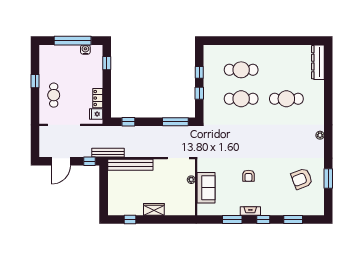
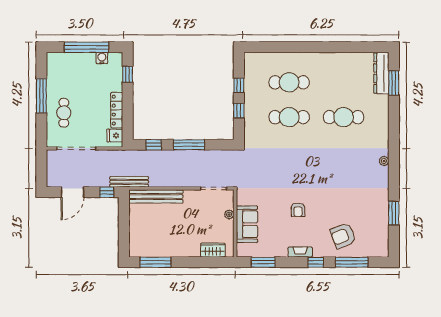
window: (328, 70) -> (394, 83), added
window: (35, 81) -> (41, 96), width x2.17
locker: (98, 98) -> (117, 110), width x1.53
window: (175, 122) -> (189, 145), moved
armchair: (302, 179) -> (343, 236), moved
wardrobe: (154, 209) -> (213, 250), moved
window: (130, 219) -> (155, 262), width x2.17
window: (232, 219) -> (263, 262), moved
window: (293, 219) -> (352, 262), width x1.44

